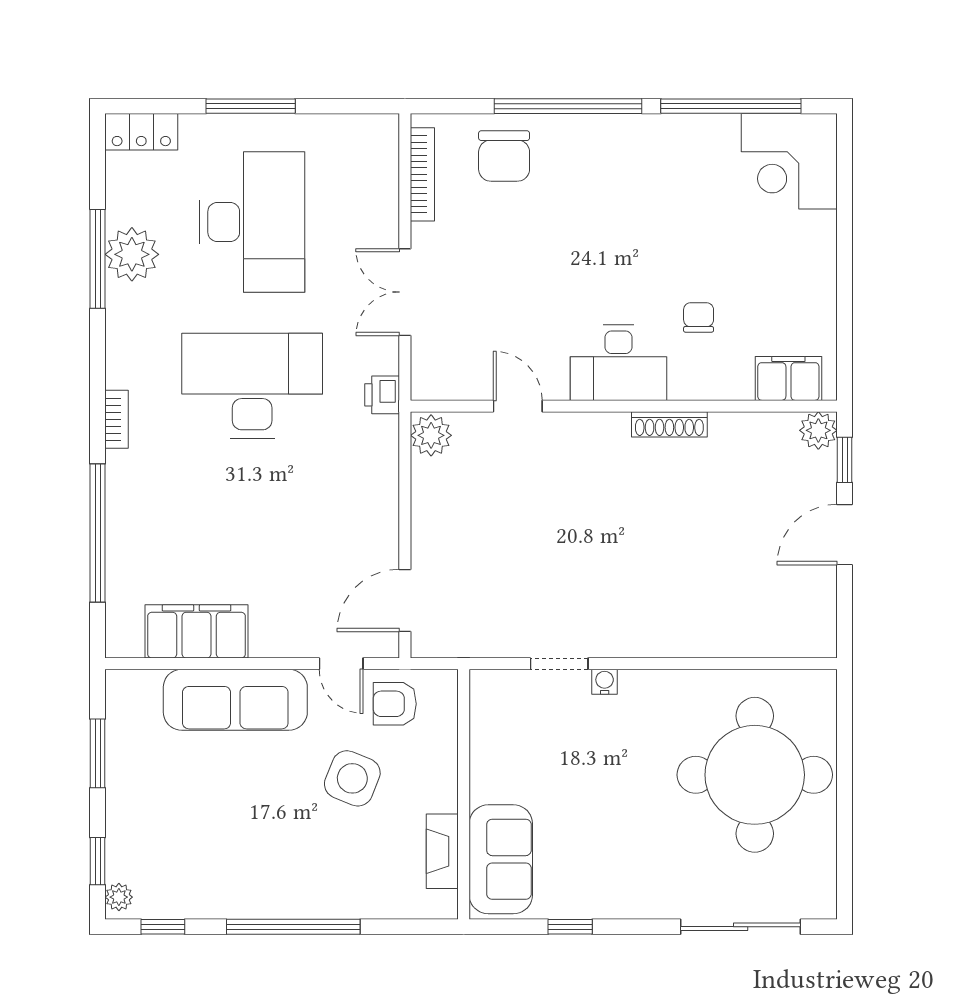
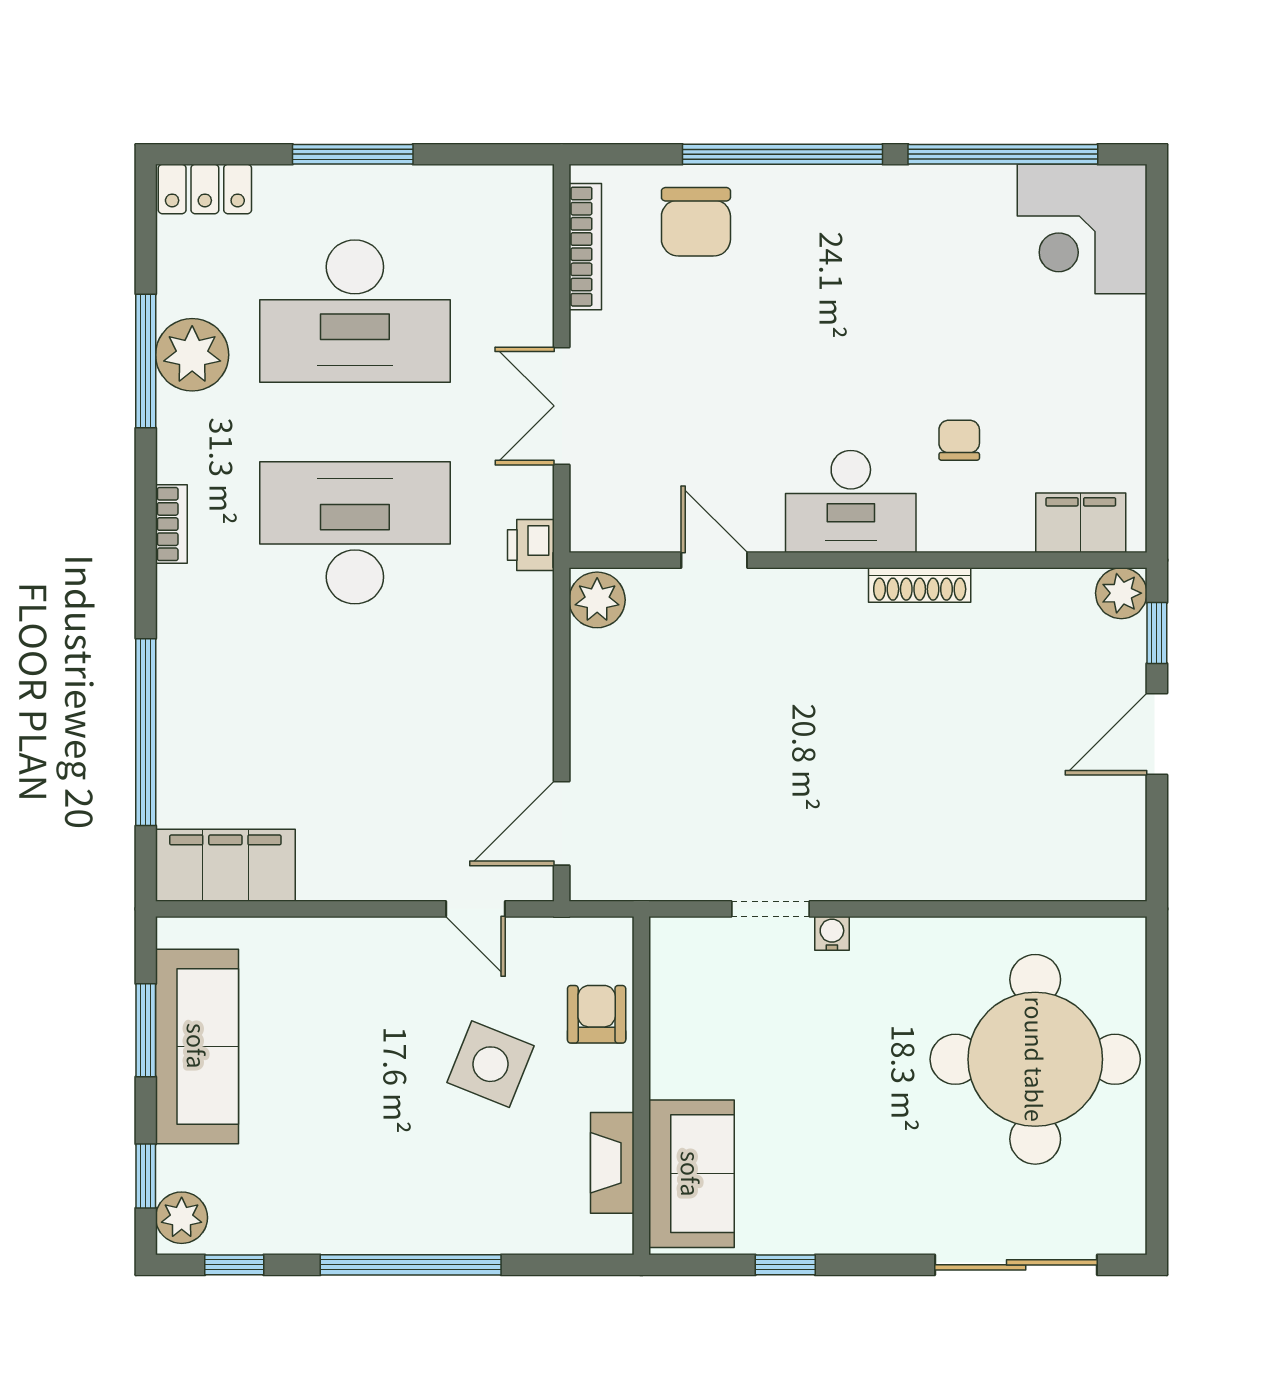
desk: (252, 222) -> (355, 311), turned 90
bookcase: (117, 419) -> (171, 524), moved
filing cabinet: (196, 631) -> (225, 865), moved
sofa: (235, 700) -> (197, 1046), moved, turned -90
armchair: (395, 704) -> (597, 1014), moved, turned 90
plant: (119, 897) -> (182, 1218), width x1.38, depth x1.38

